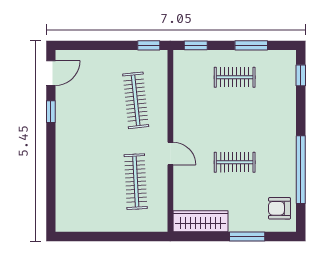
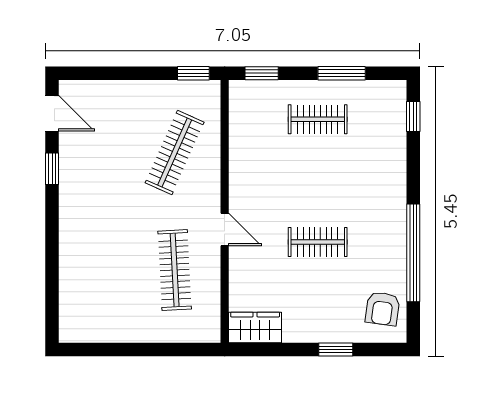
door: (51, 73) -> (52, 113), hinge flipped
clothes rail: (136, 100) -> (175, 153), turned 30
armchair: (280, 208) -> (383, 309), turned -82
wardrobe: (200, 221) -> (255, 327), width x0.67
window: (247, 237) -> (336, 349), width x0.67

